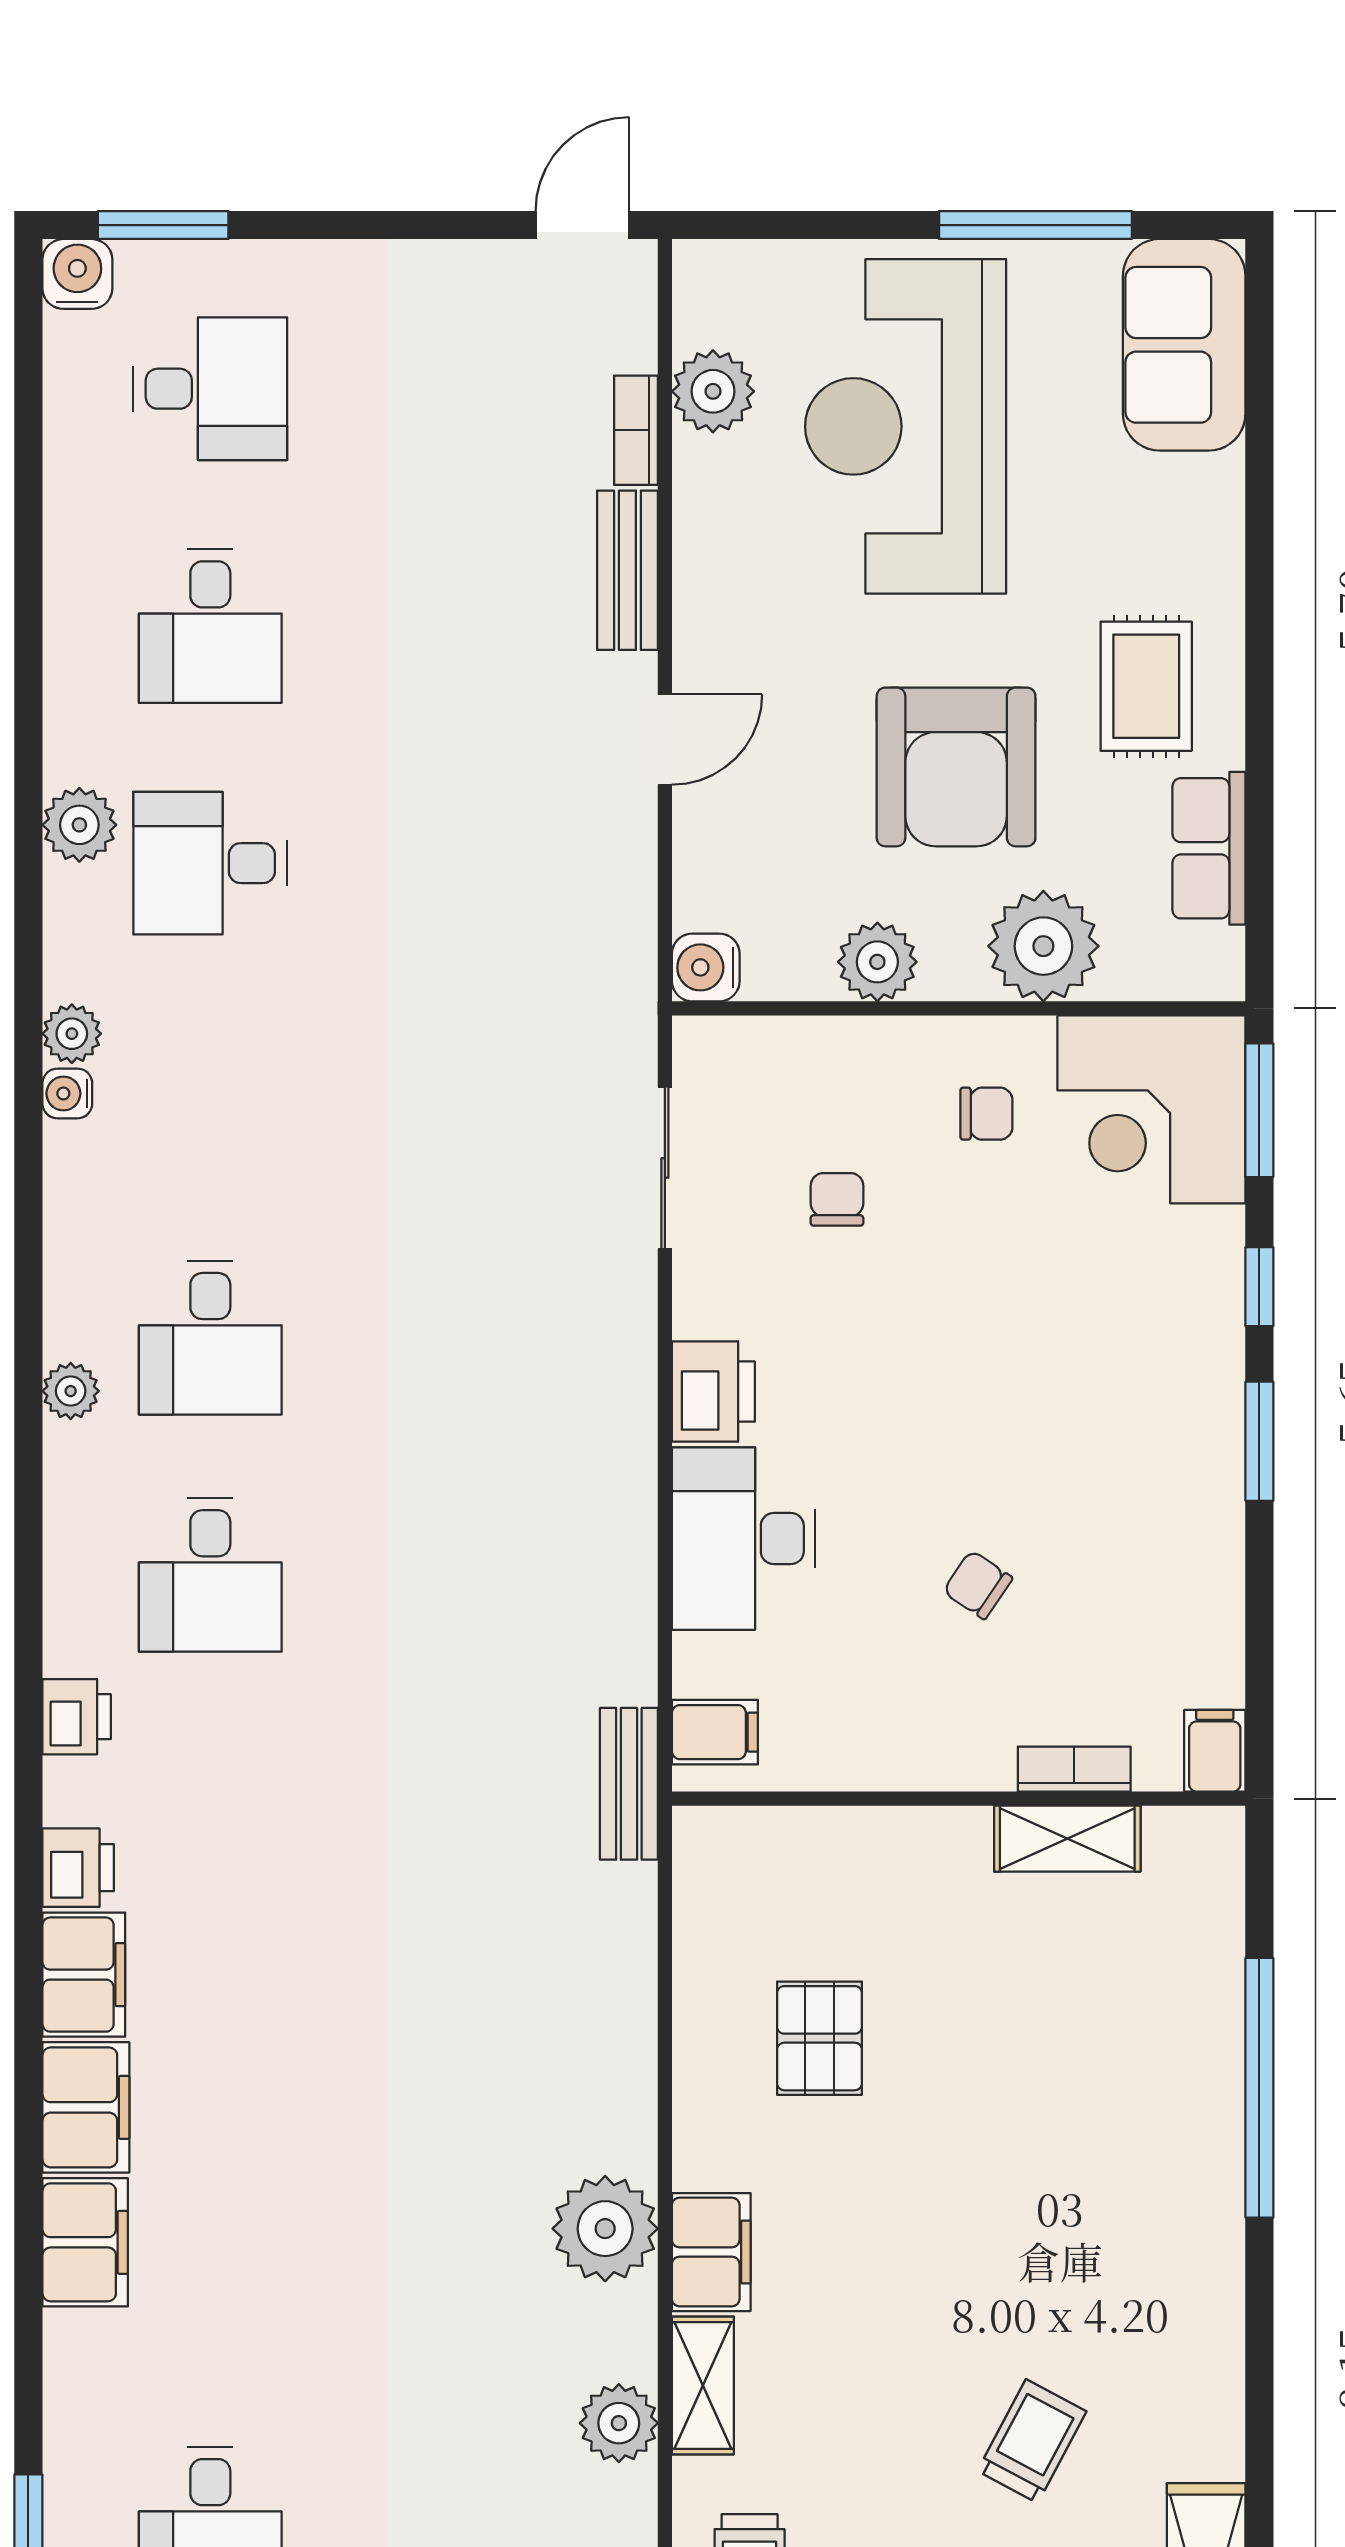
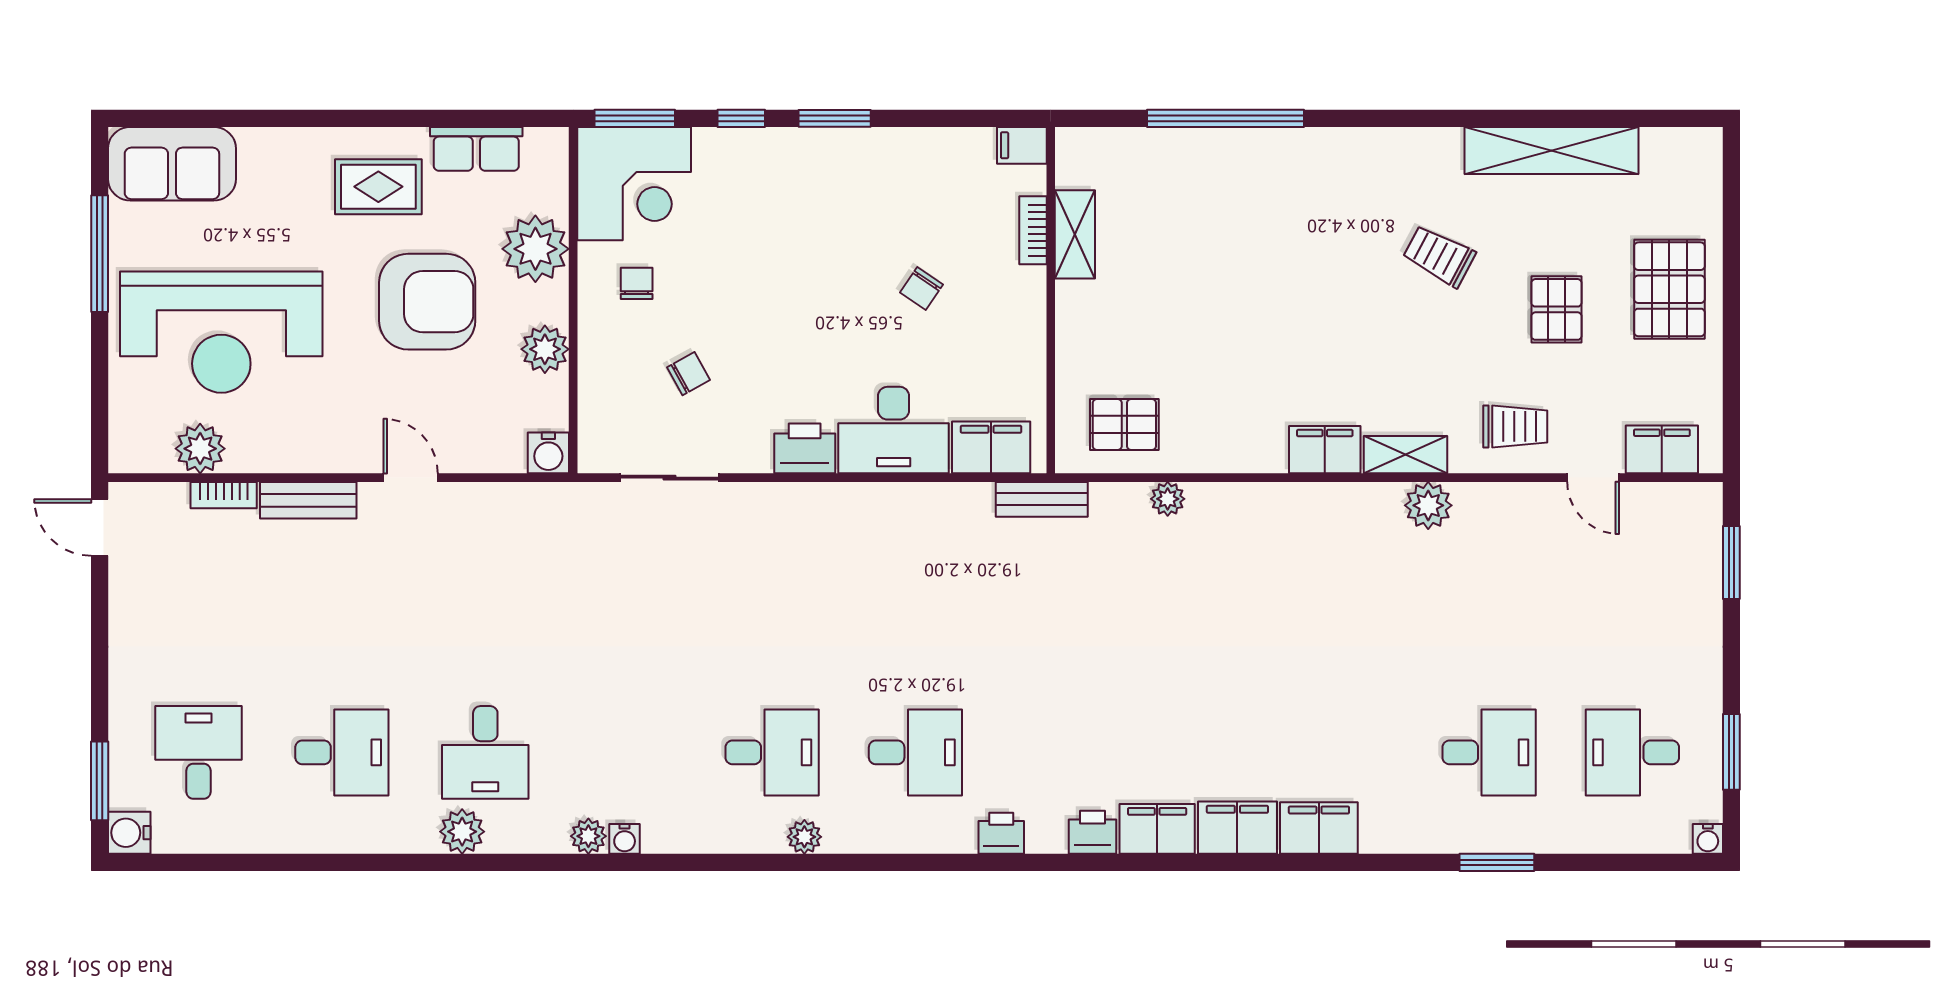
chair: (837, 1199) -> (689, 374), turned 151
filing cabinet: (715, 1732) -> (991, 447), width x2.00
pallet: (820, 2038) -> (1124, 425), moved
plant: (605, 2229) -> (1168, 499), moved, width x0.53, depth x0.53

